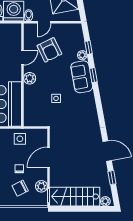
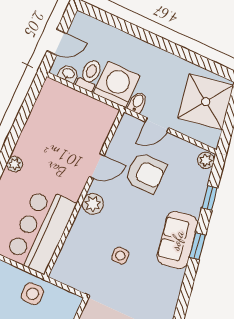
armchair: (49, 50) -> (145, 173), turned -64
plant: (82, 55) -> (206, 160), moved

